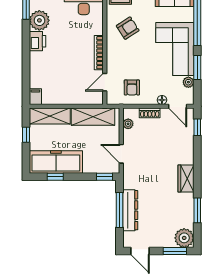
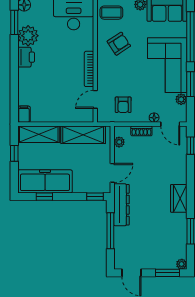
door: (121, 154) -> (112, 173), swing flipped
dresser: (130, 210) -> (121, 205), moved
plant: (184, 238) -> (182, 264), width x0.53, depth x0.53

